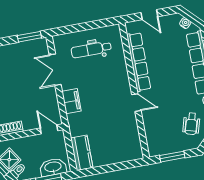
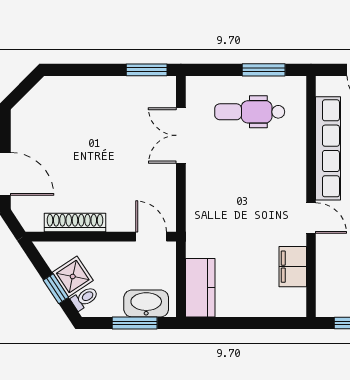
window: (95, 25) -> (264, 70), added
filing cabinet: (72, 101) -> (293, 267), moved, turned 180

